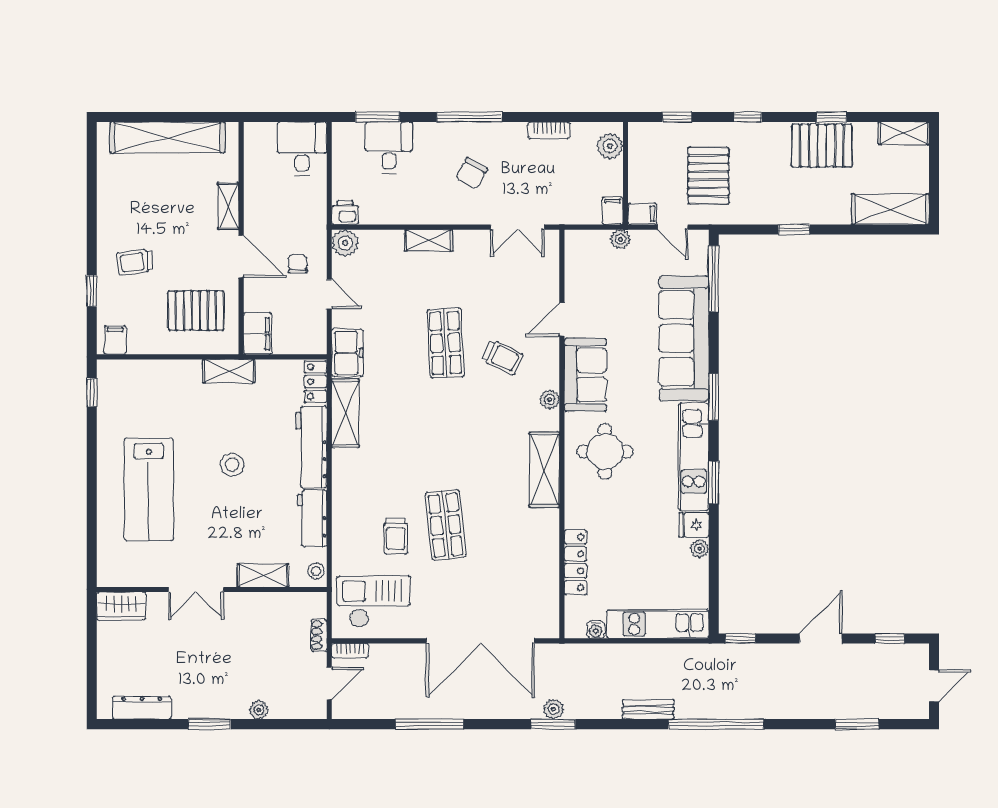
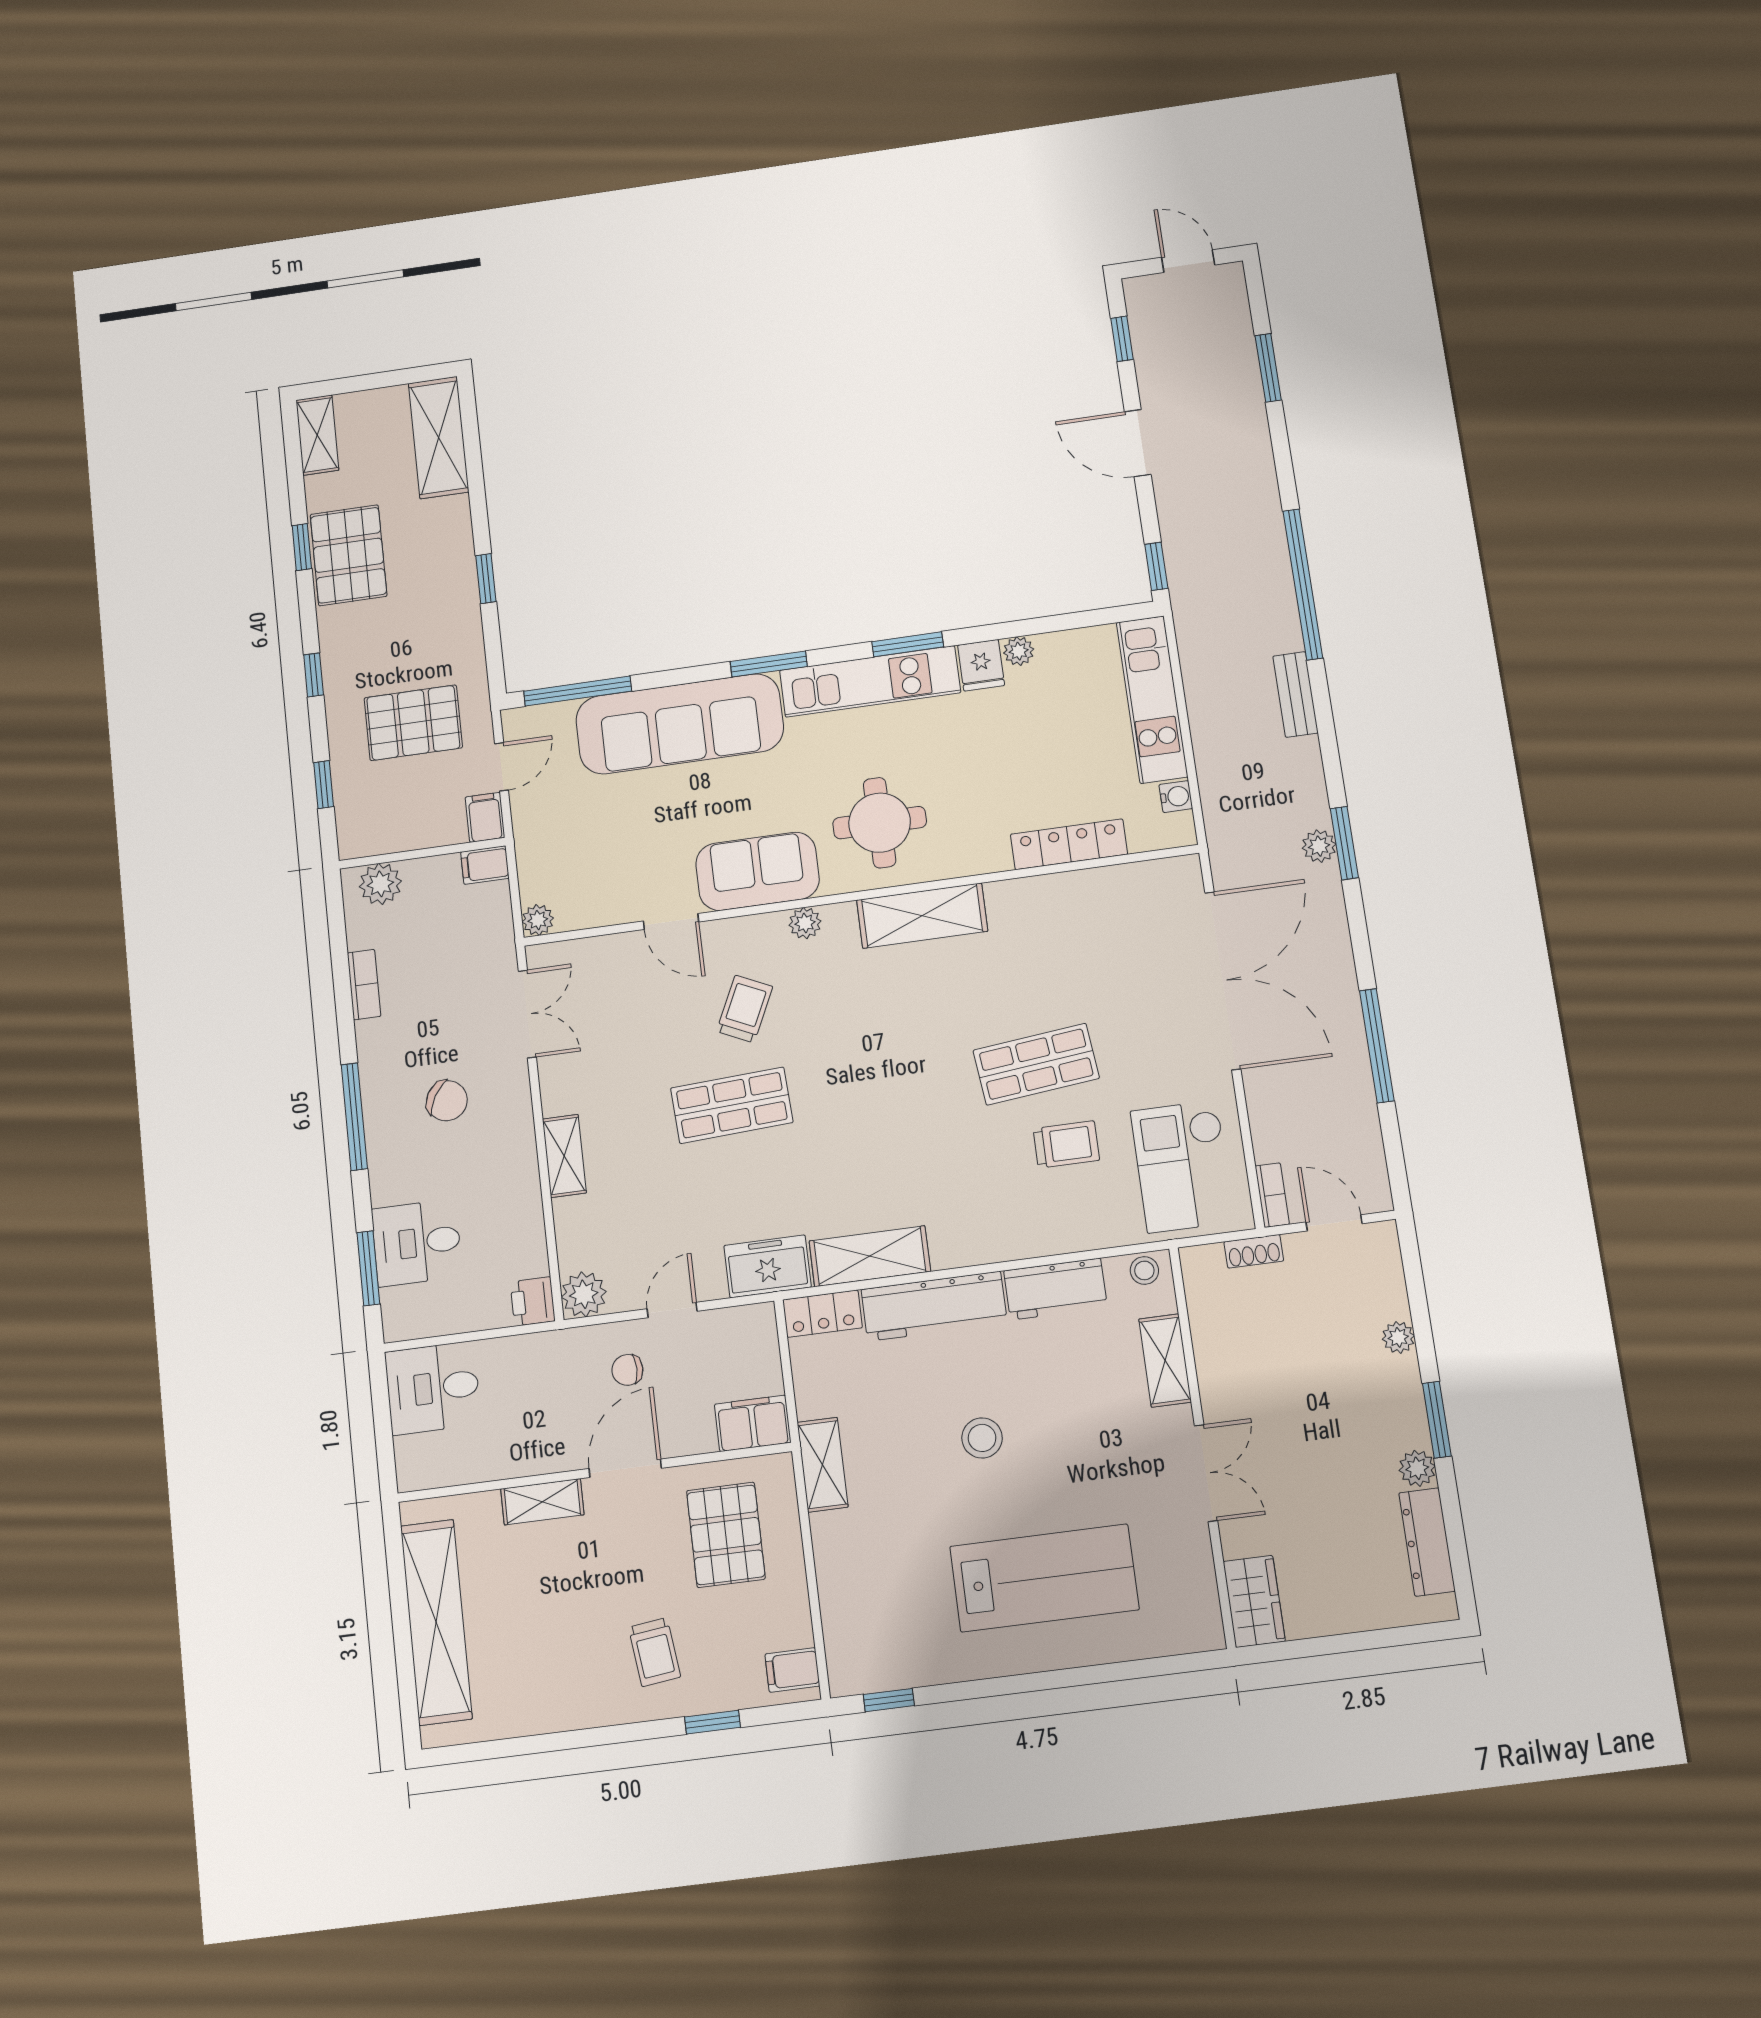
plant: (620, 239) -> (538, 920), moved
plant: (184, 709) -> (1417, 1468), added

